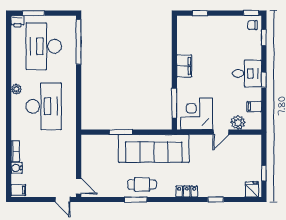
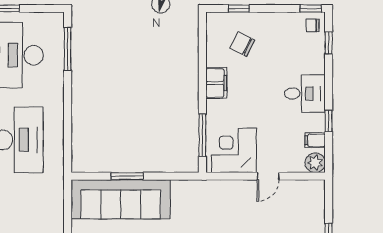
chair: (203, 38) -> (242, 44), added
window: (79, 42) -> (68, 49), width x0.68
window: (264, 80) -> (329, 121), moved
plant: (238, 123) -> (315, 163), moved
sofa: (154, 148) -> (121, 199), moved

